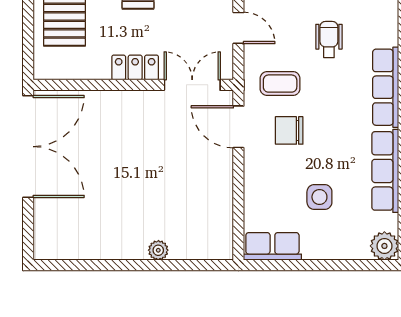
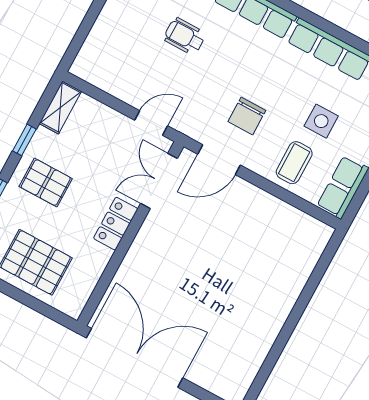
door: (238, 28) -> (151, 123), moved
coffee table: (280, 84) -> (294, 163), moved
plant: (158, 250) -> (291, 291), removed

